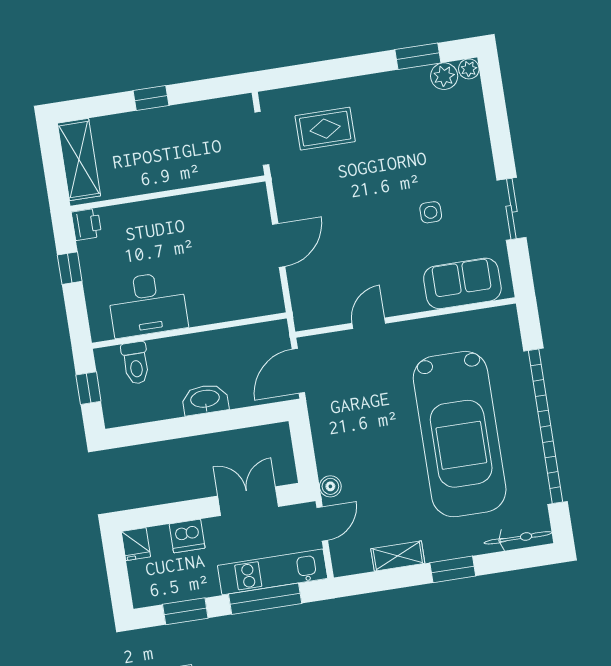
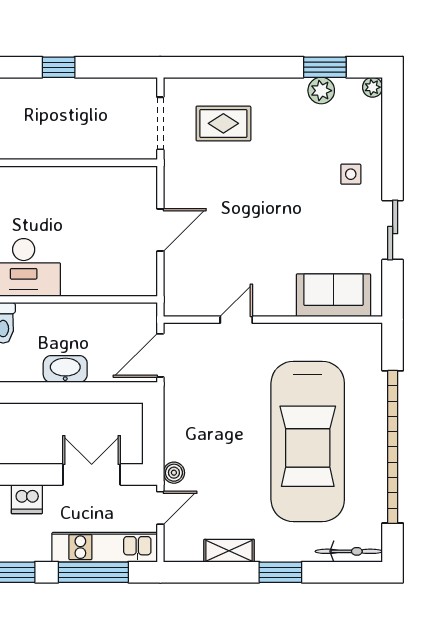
plant: (444, 76) -> (321, 91), moved
side table: (431, 212) -> (351, 174), moved

